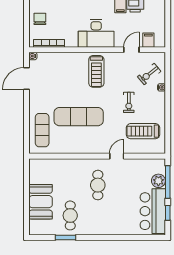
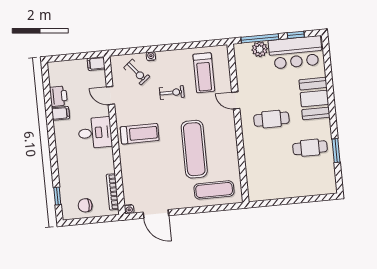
desk: (96, 33) -> (95, 133), width x0.73
filing cabinet: (148, 40) -> (96, 64), moved
booth: (41, 202) -> (314, 99), moved, turned 90

